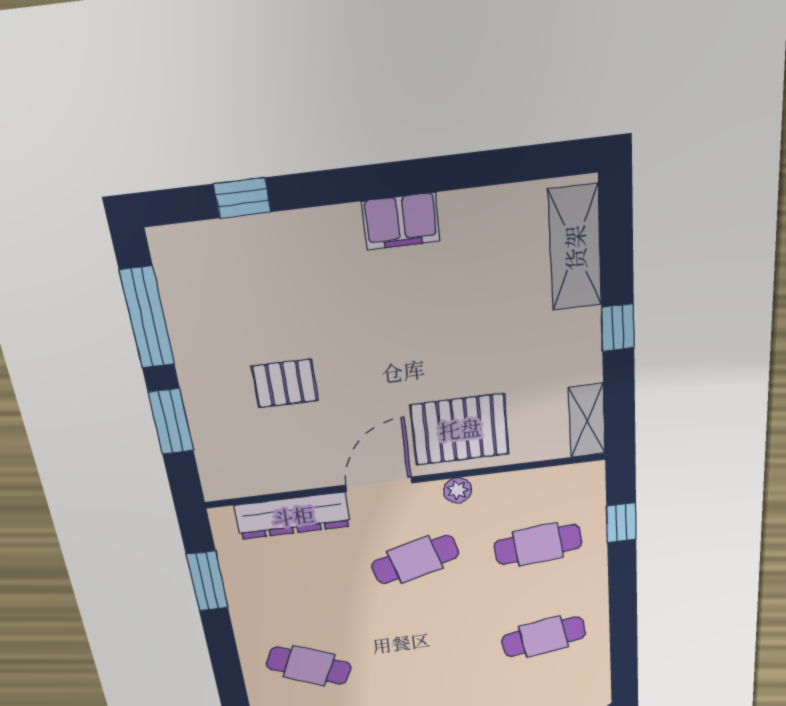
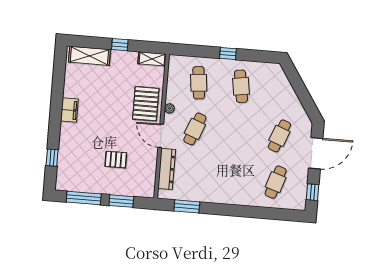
pallet: (285, 383) -> (116, 160), turned 90
window: (621, 523) -> (228, 54), moved
cafe table: (415, 560) -> (195, 129), turned 36
cafe table: (309, 666) -> (233, 179), removed

